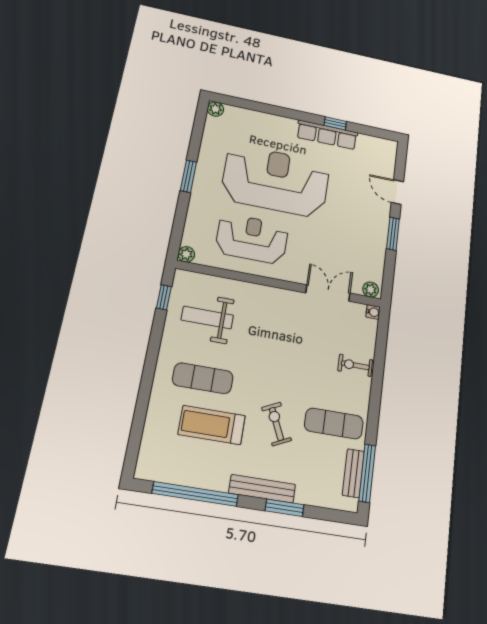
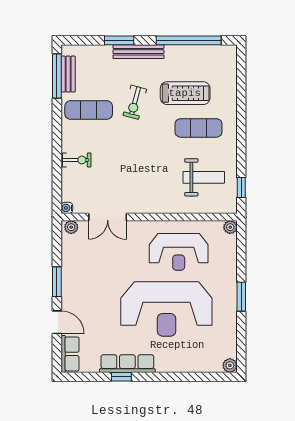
row of seats: (387, 157) -> (70, 354), added
exercise bike: (276, 424) -> (135, 102), turned 40

